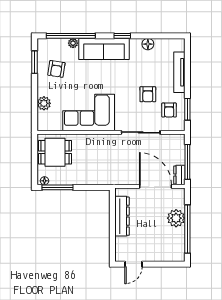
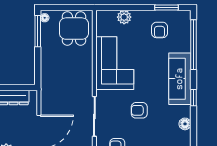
plant: (73, 43) -> (186, 47), removed
armchair: (56, 69) -> (160, 30), turned -99
armchair: (148, 94) -> (139, 110), moved

